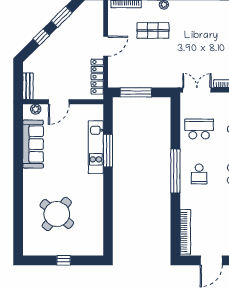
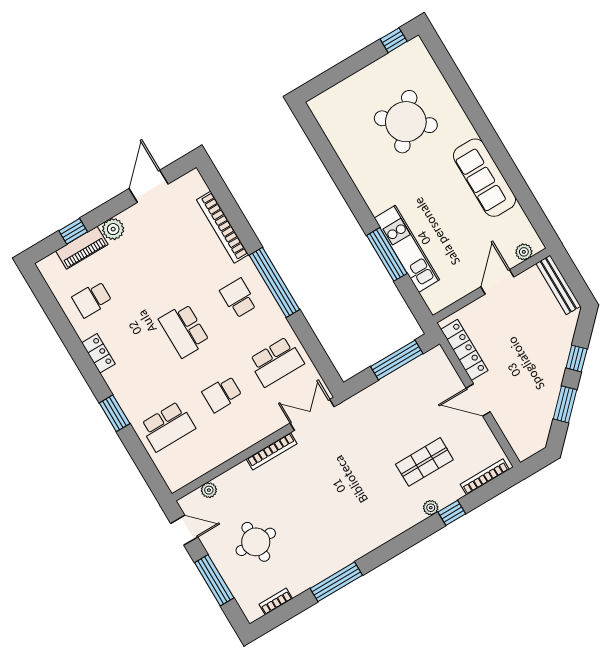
door: (106, 46) -> (478, 400), hinge flipped
bench: (28, 86) -> (558, 285), width x1.36
double door: (197, 90) -> (312, 415), swing flipped
sofa: (33, 144) -> (485, 178), moved
bookcase: (185, 232) -> (223, 227), moved
window: (64, 260) -> (394, 40), moved

